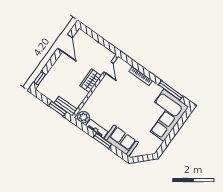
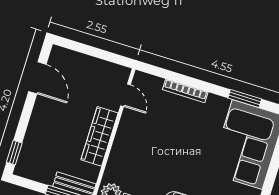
wardrobe: (90, 81) -> (100, 136), width x1.50
window: (171, 90) -> (245, 99), width x0.69

